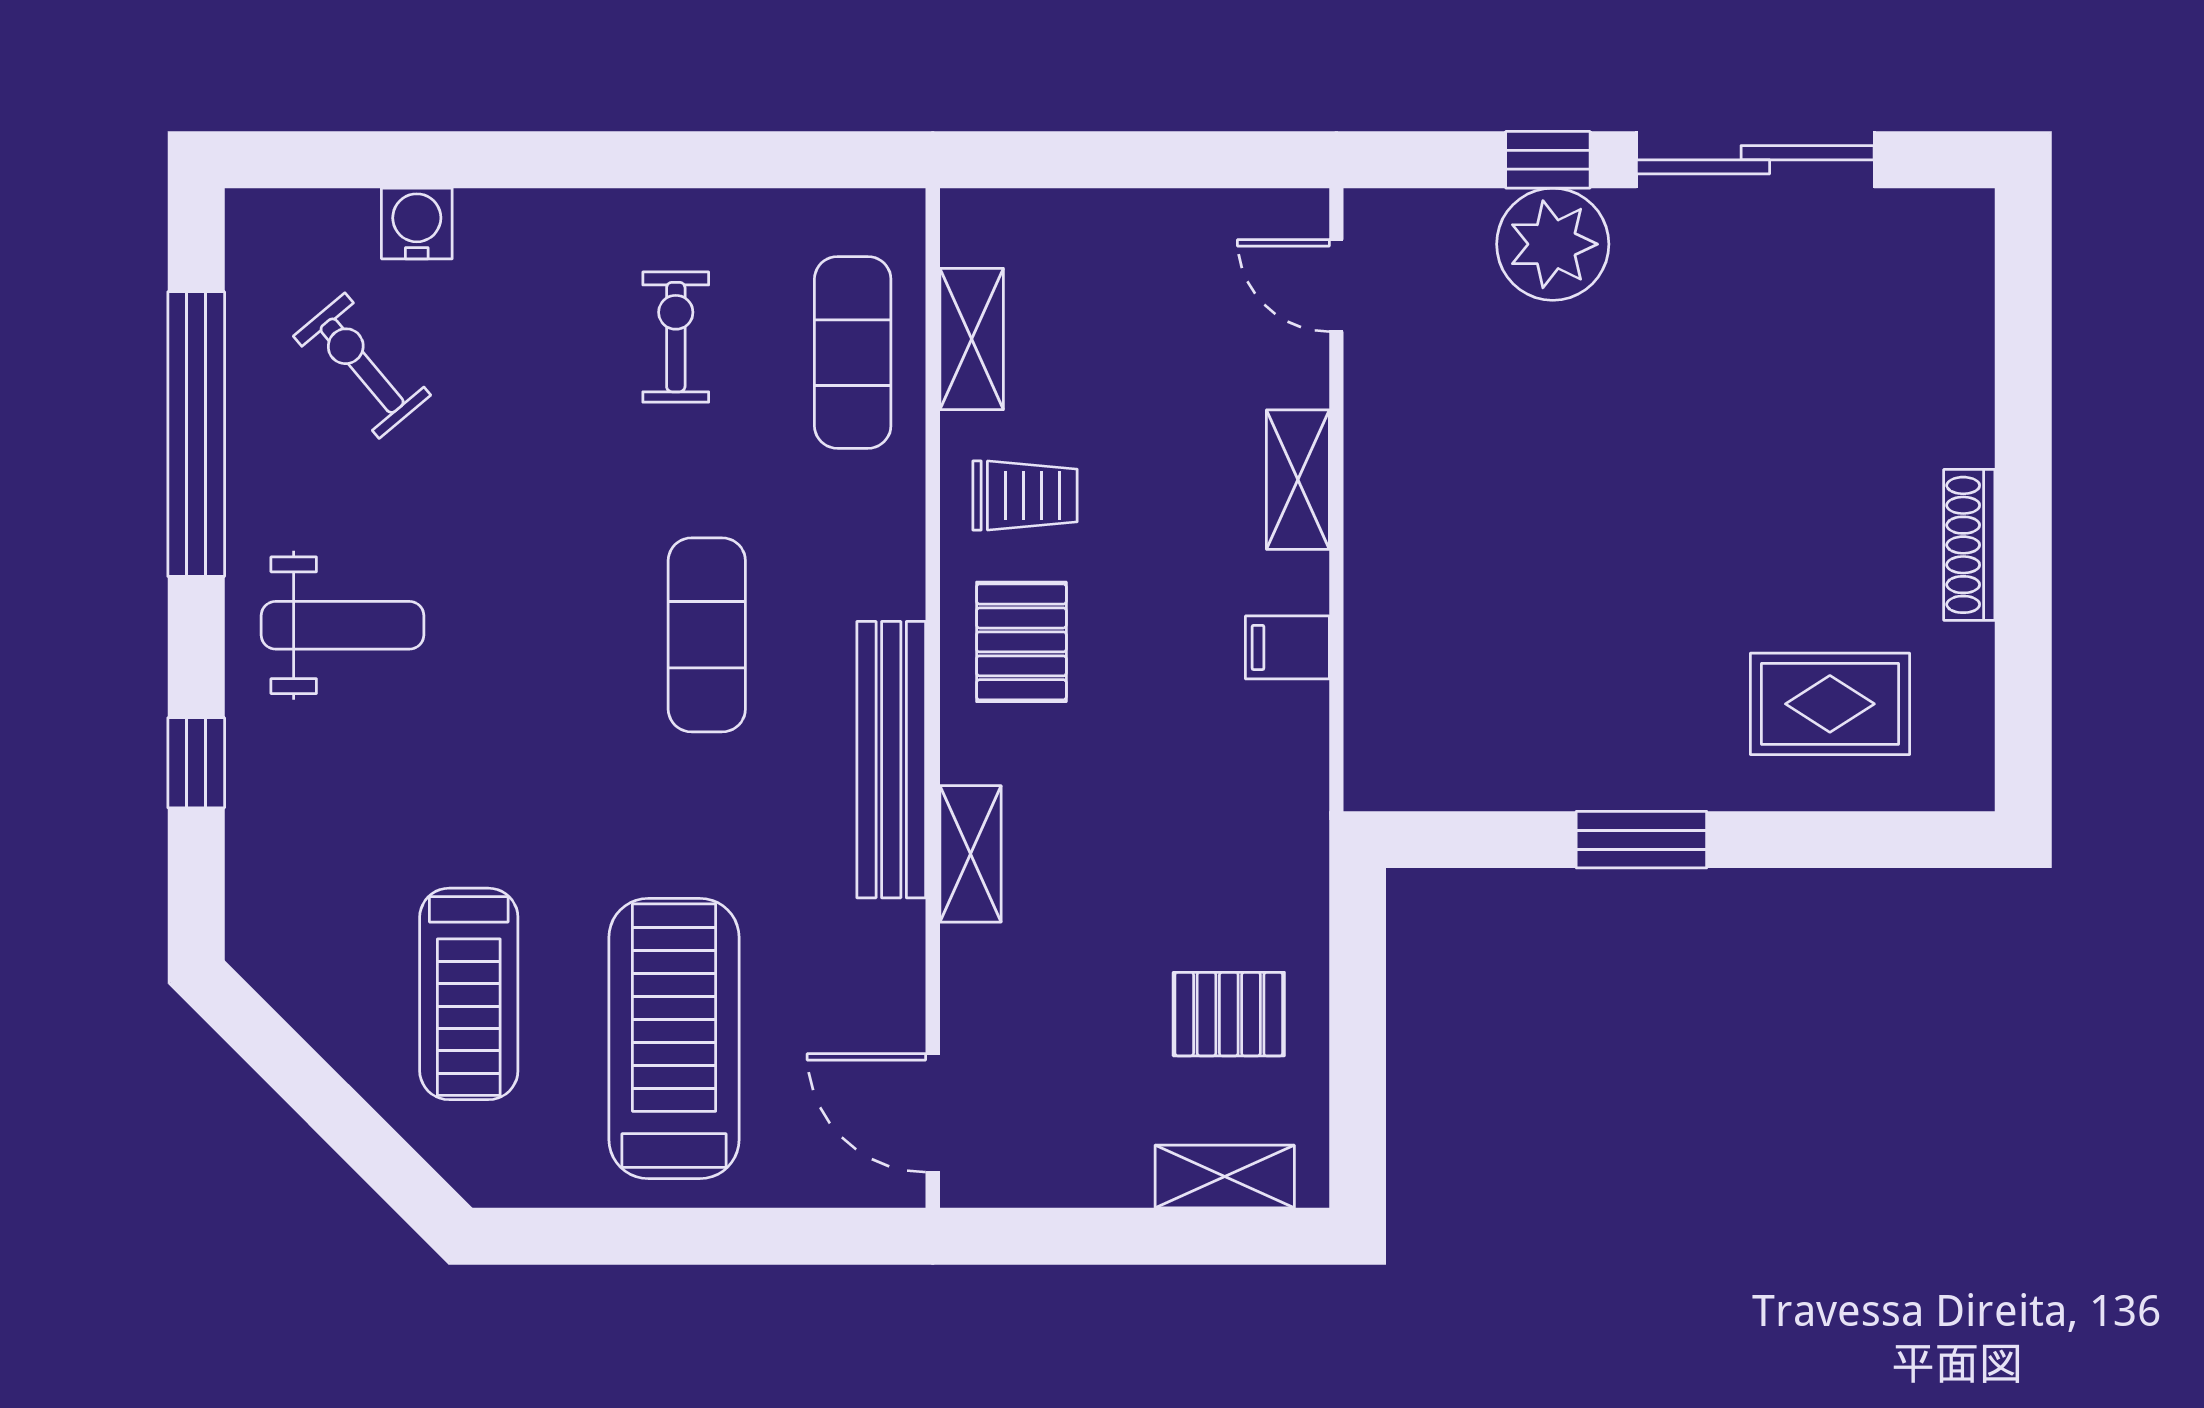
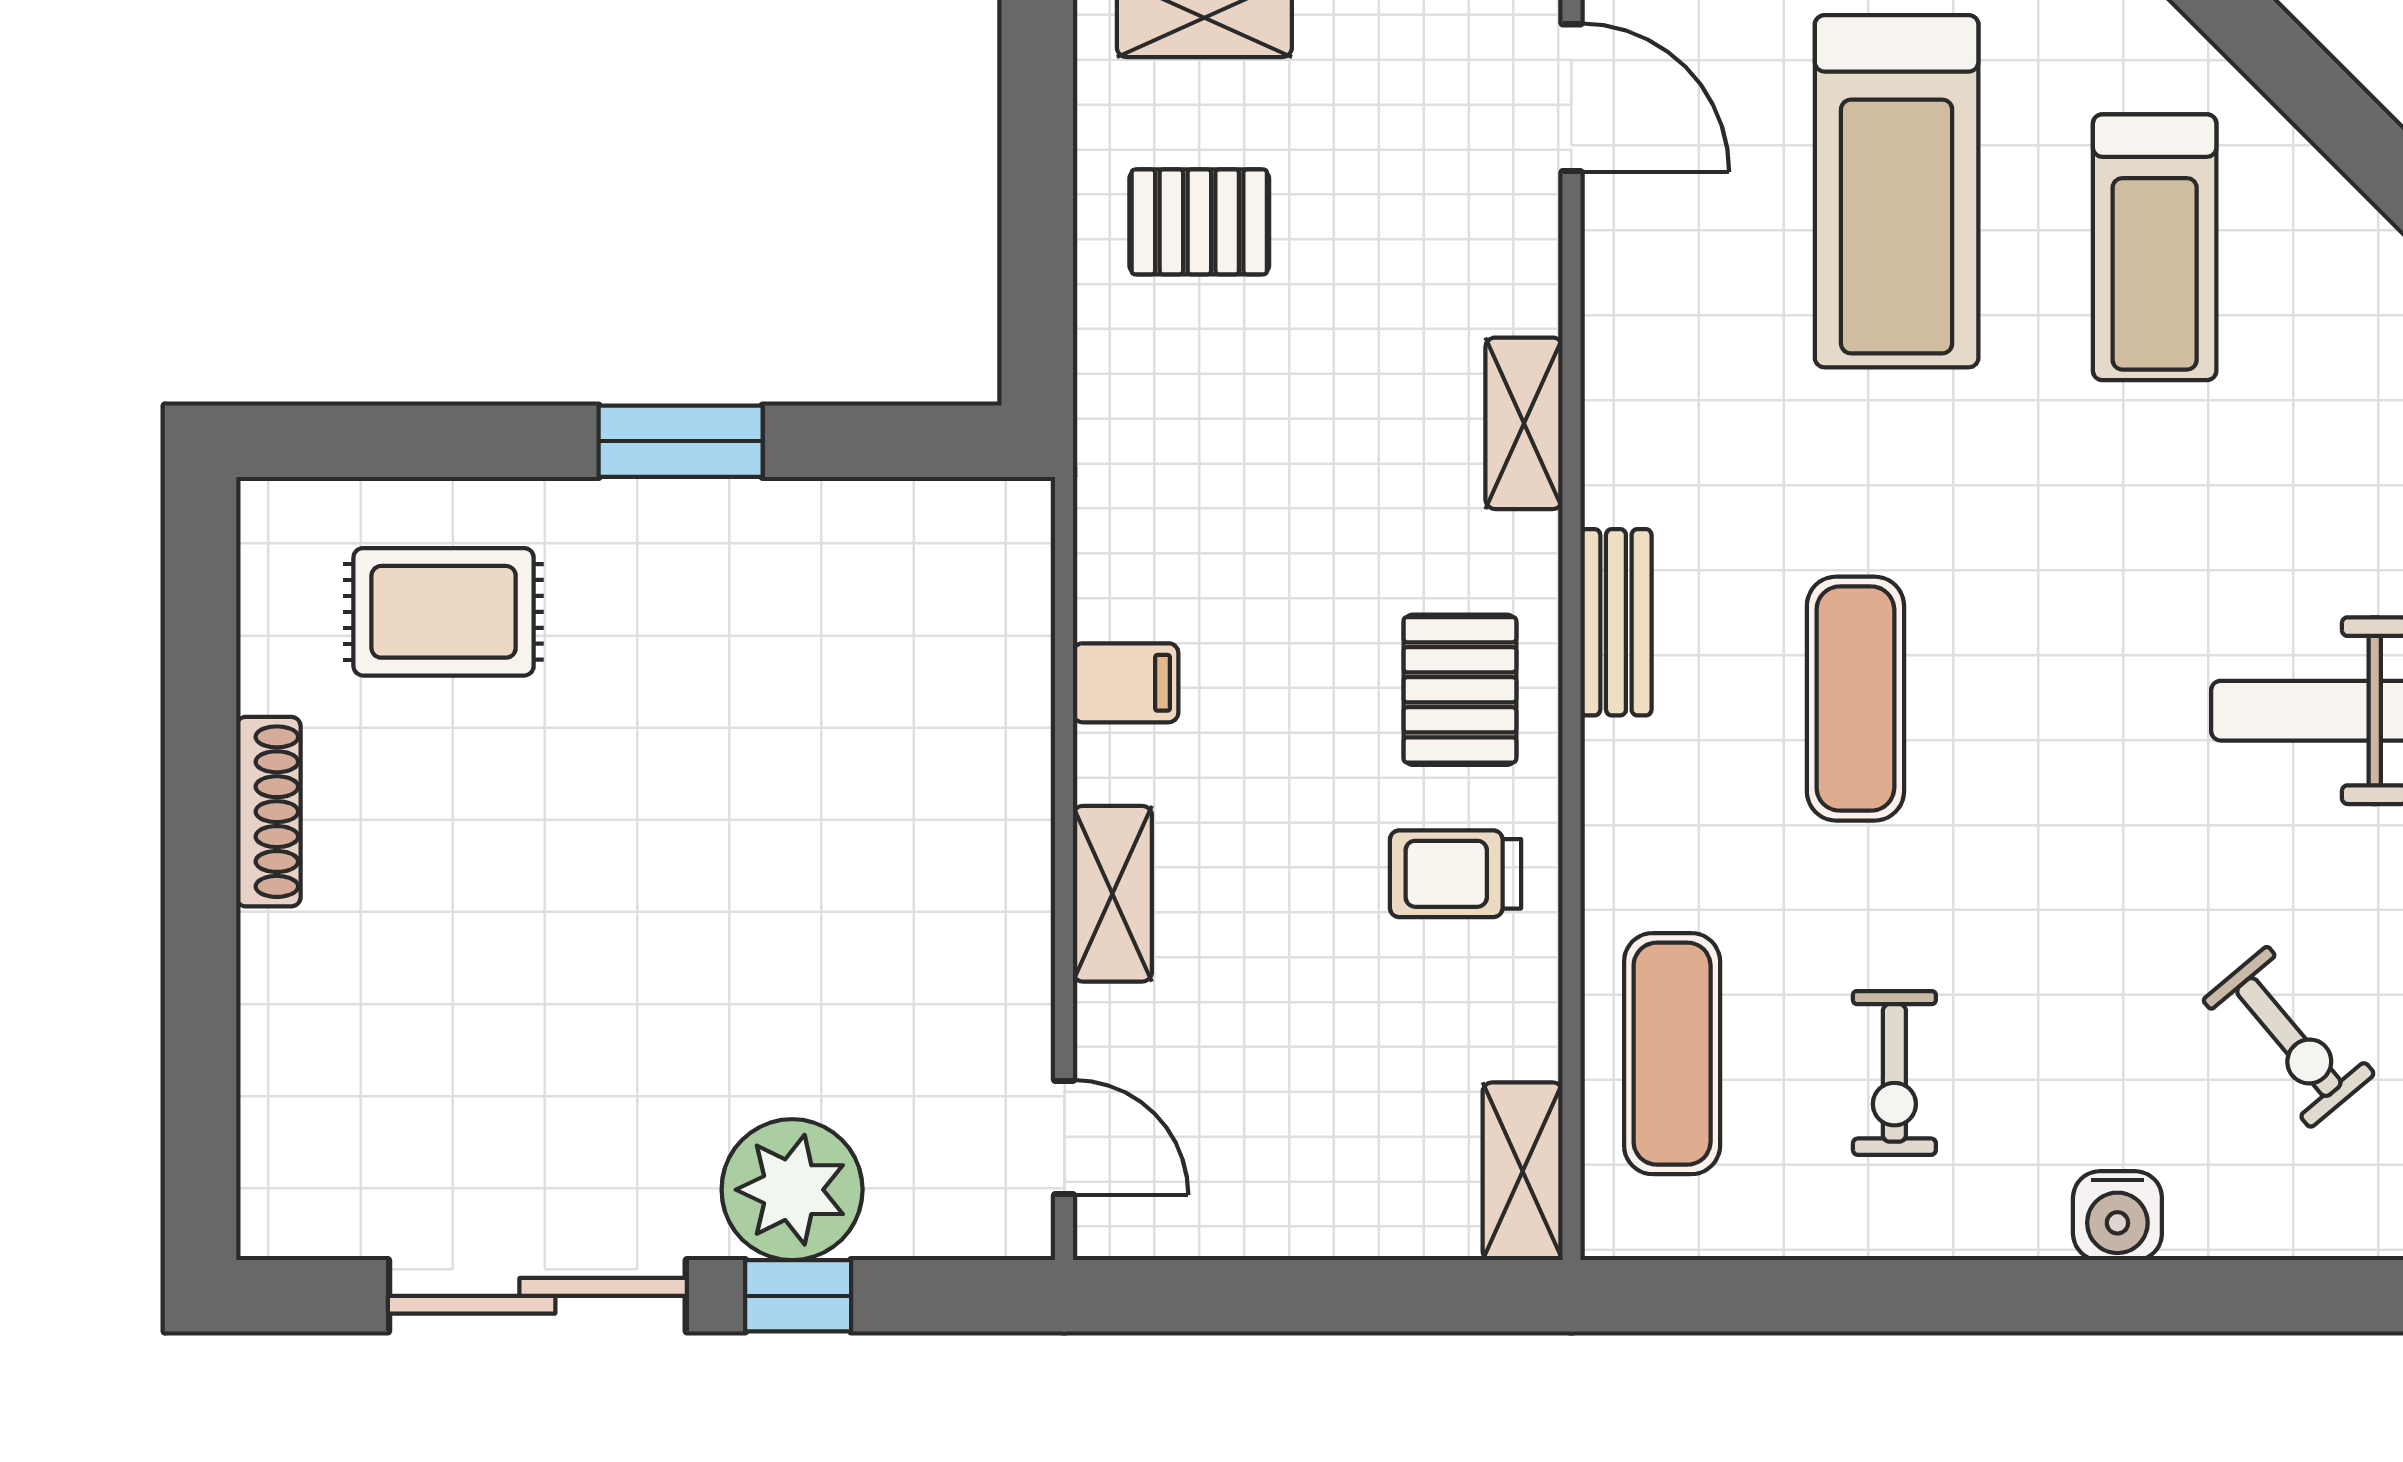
water cooler: (417, 223) -> (2117, 1216), moved
shelving: (972, 339) -> (1523, 1171), moved
bench: (891, 760) -> (1616, 622), width x0.54, depth x0.82
treadmill: (469, 994) -> (2155, 247), turned 180

